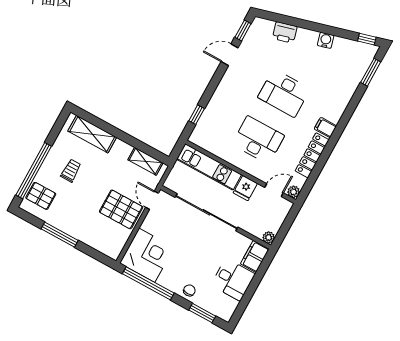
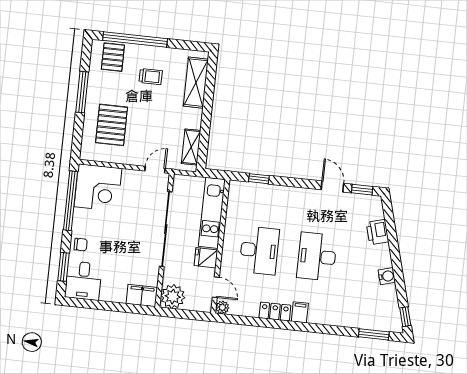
locker: (312, 155) -> (275, 312), width x0.66
pallet: (121, 209) -> (112, 125), moved
plant: (269, 237) -> (173, 297), width x1.88, depth x1.88
desk: (233, 279) -> (83, 281), moved

